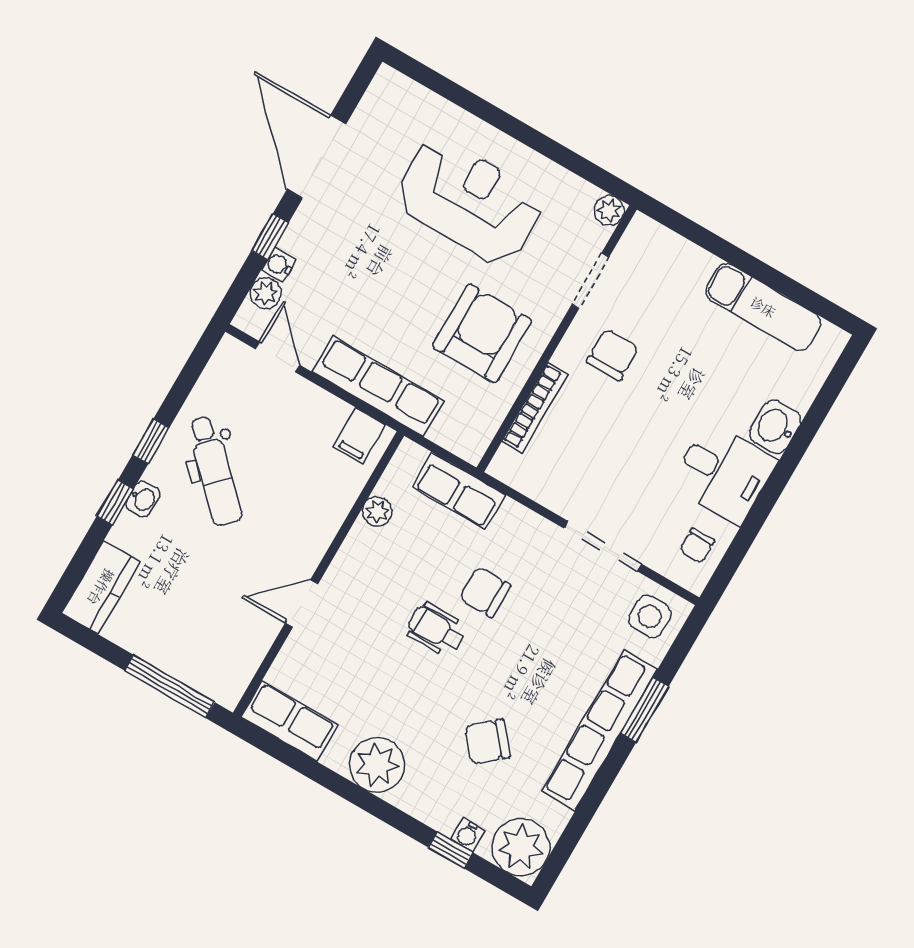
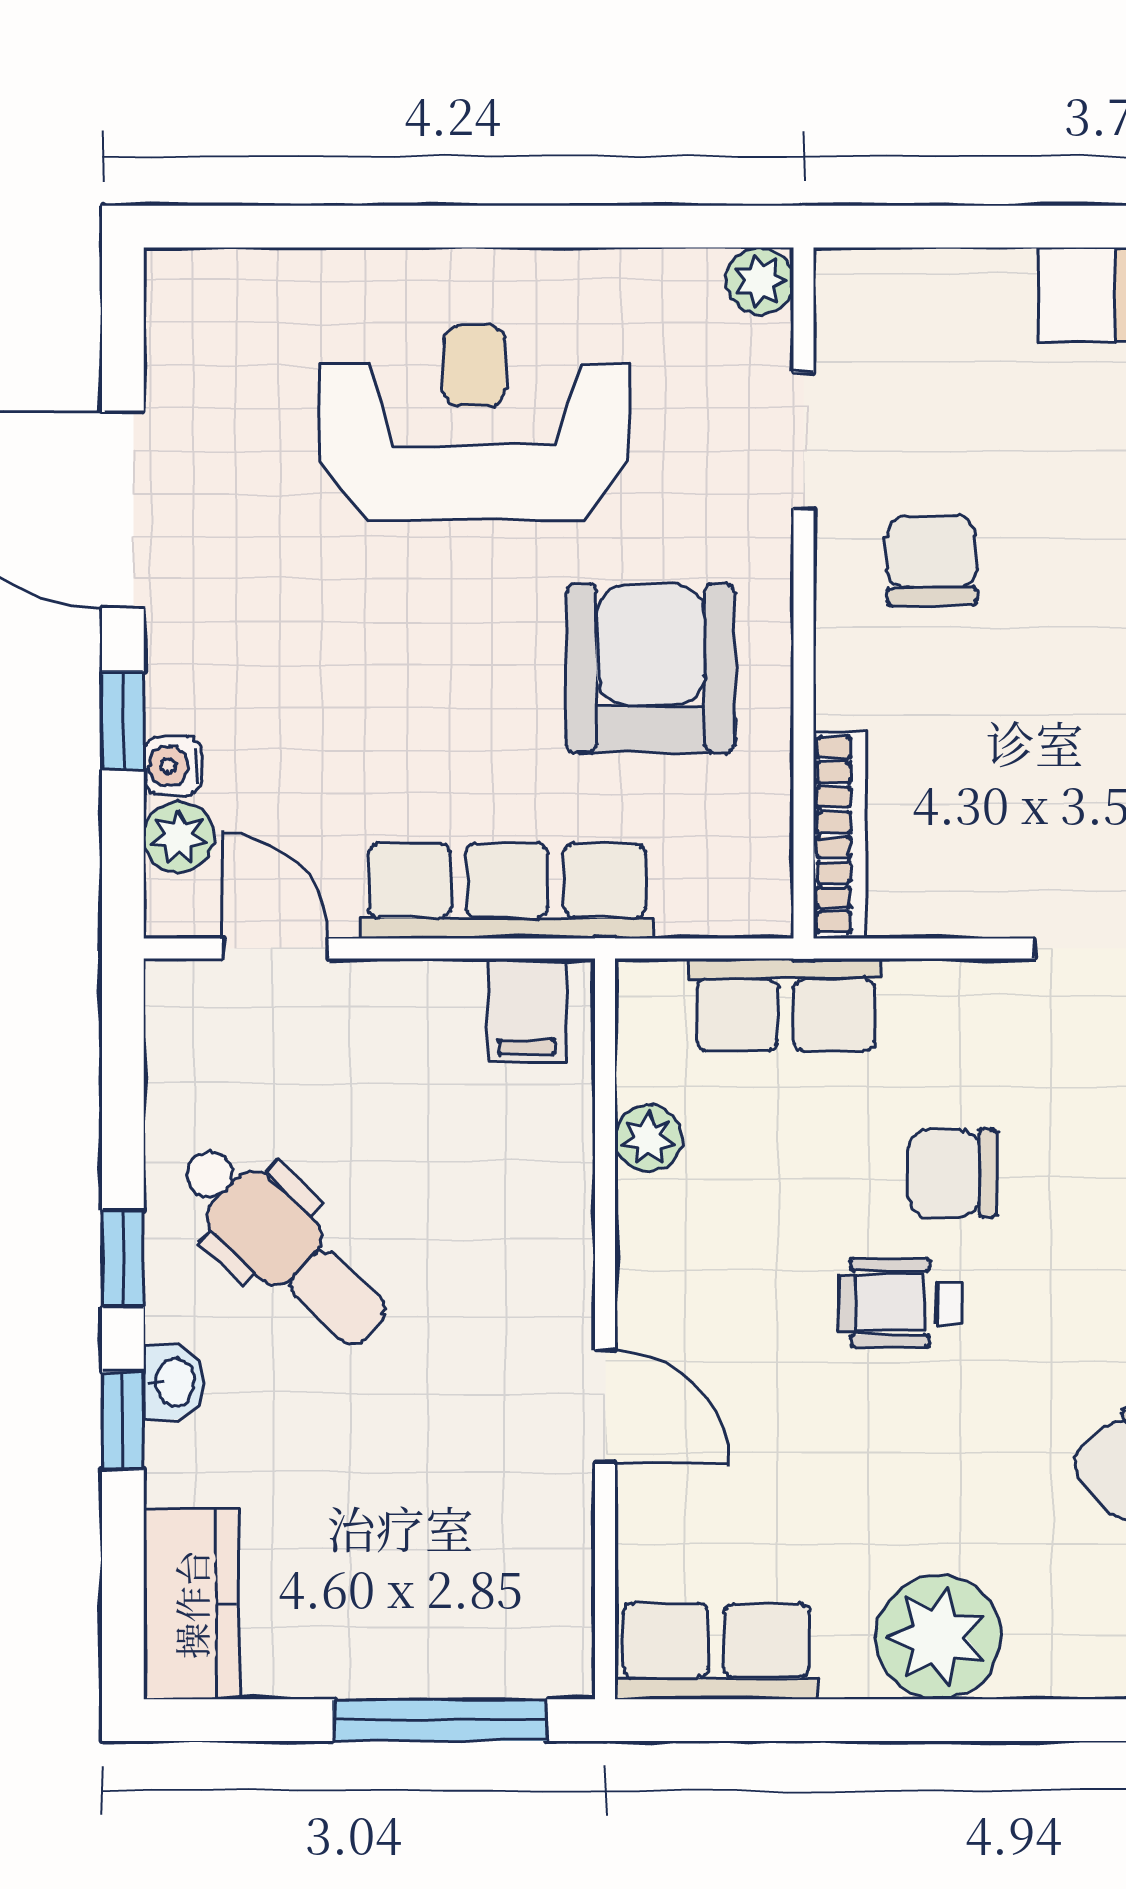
bookcase: (535, 408) -> (840, 835), moved
door: (301, 604) -> (605, 1406), swing flipped

